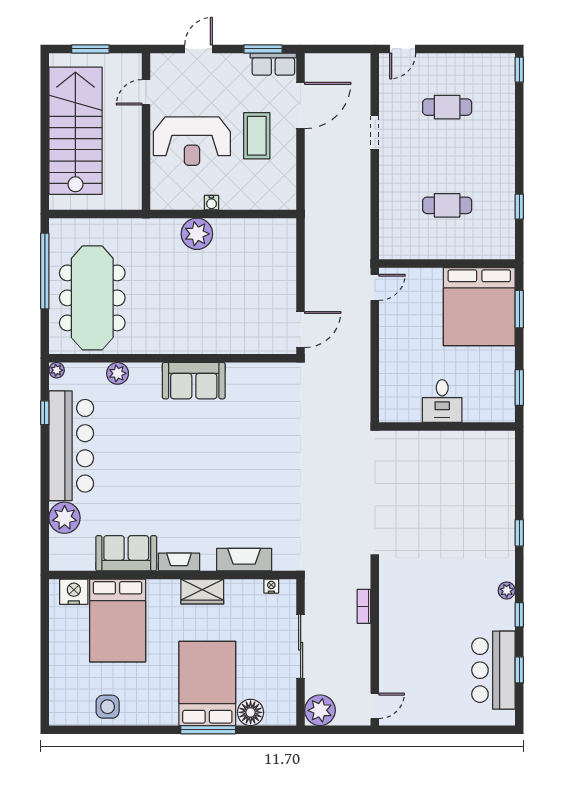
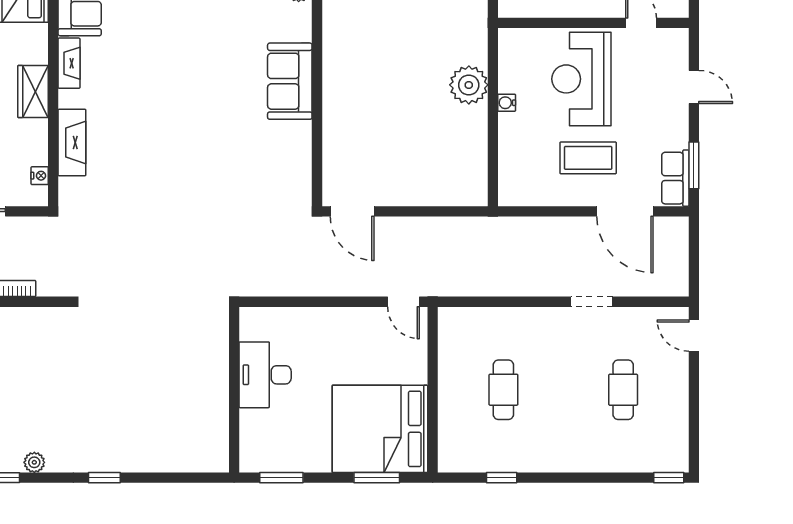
desk: (442, 401) -> (265, 375), width x1.37

